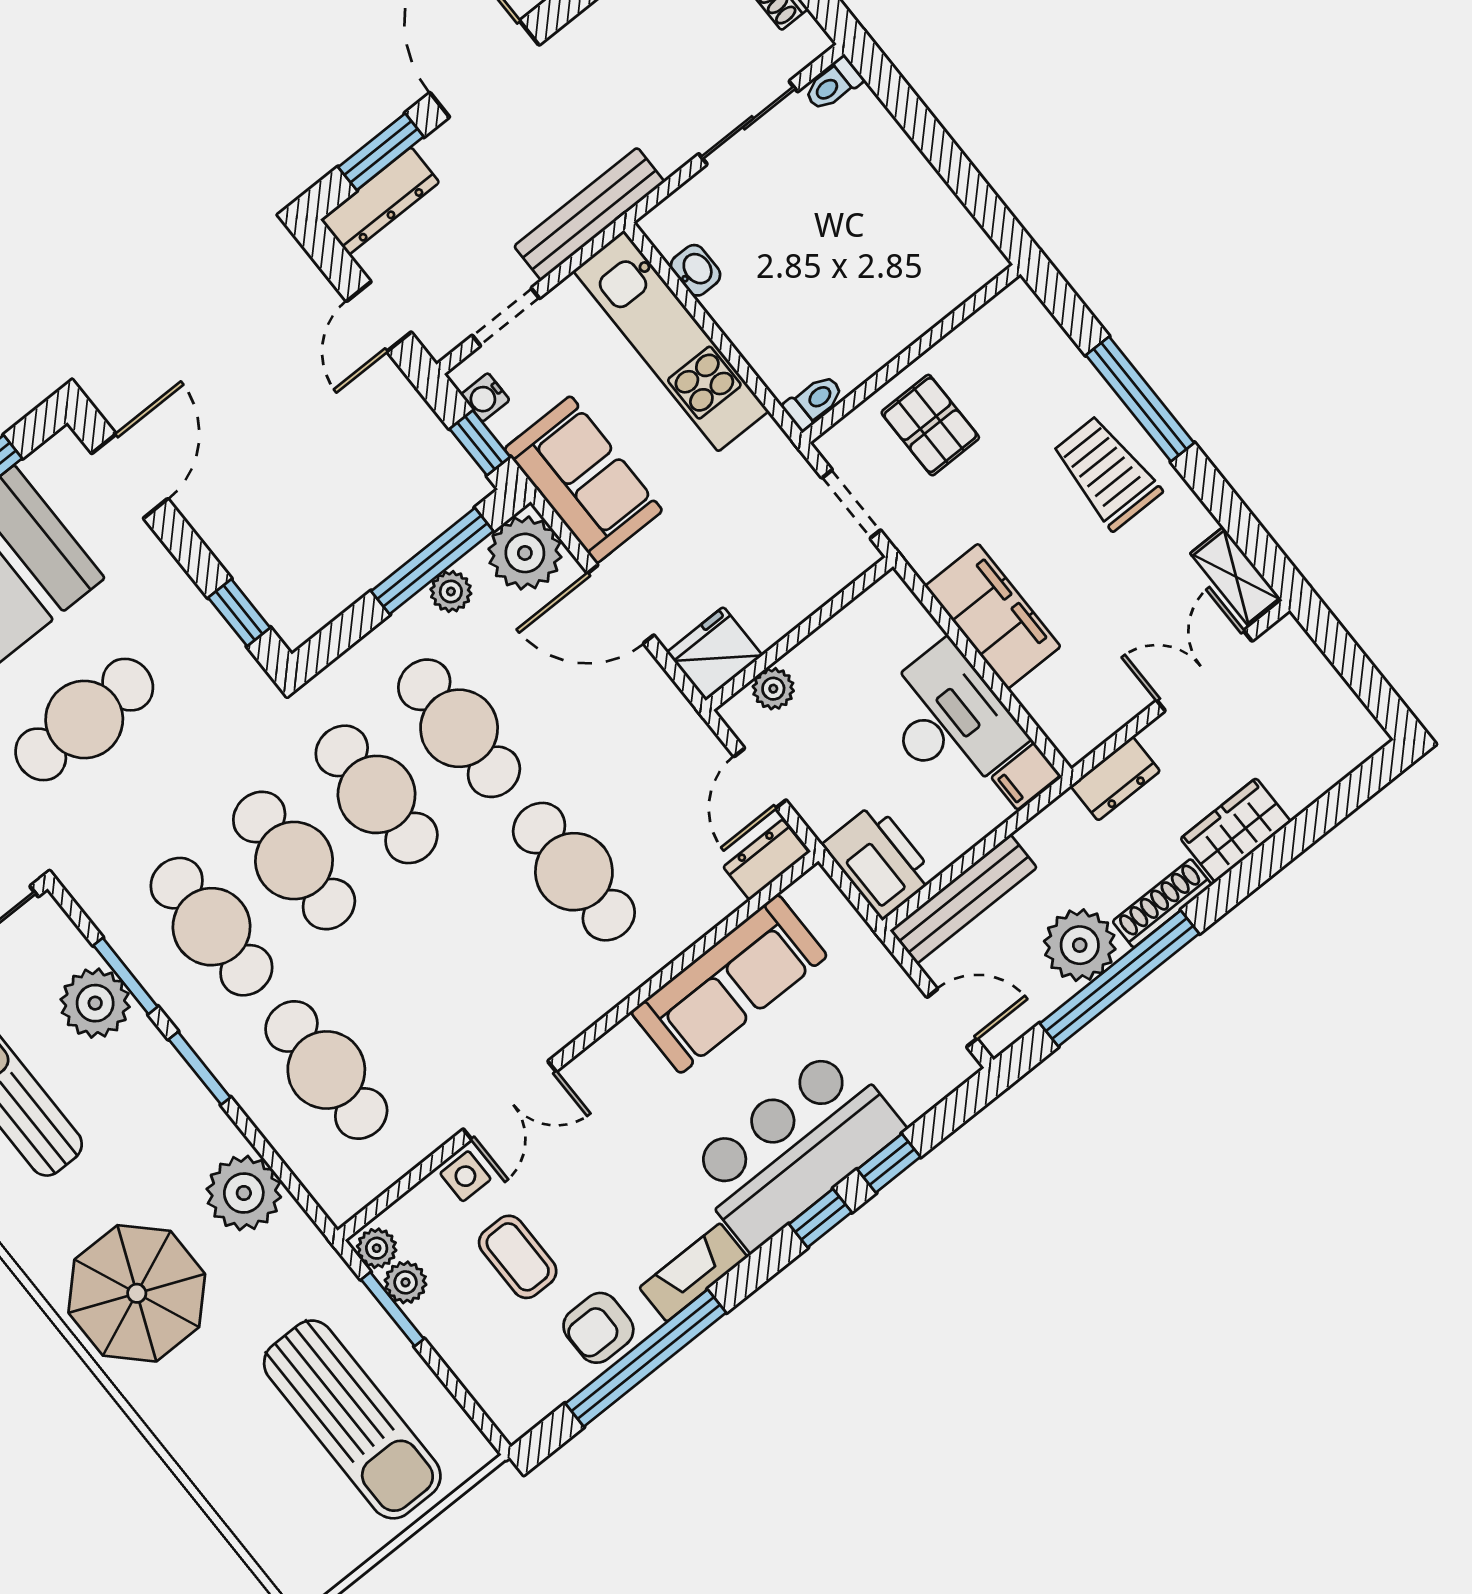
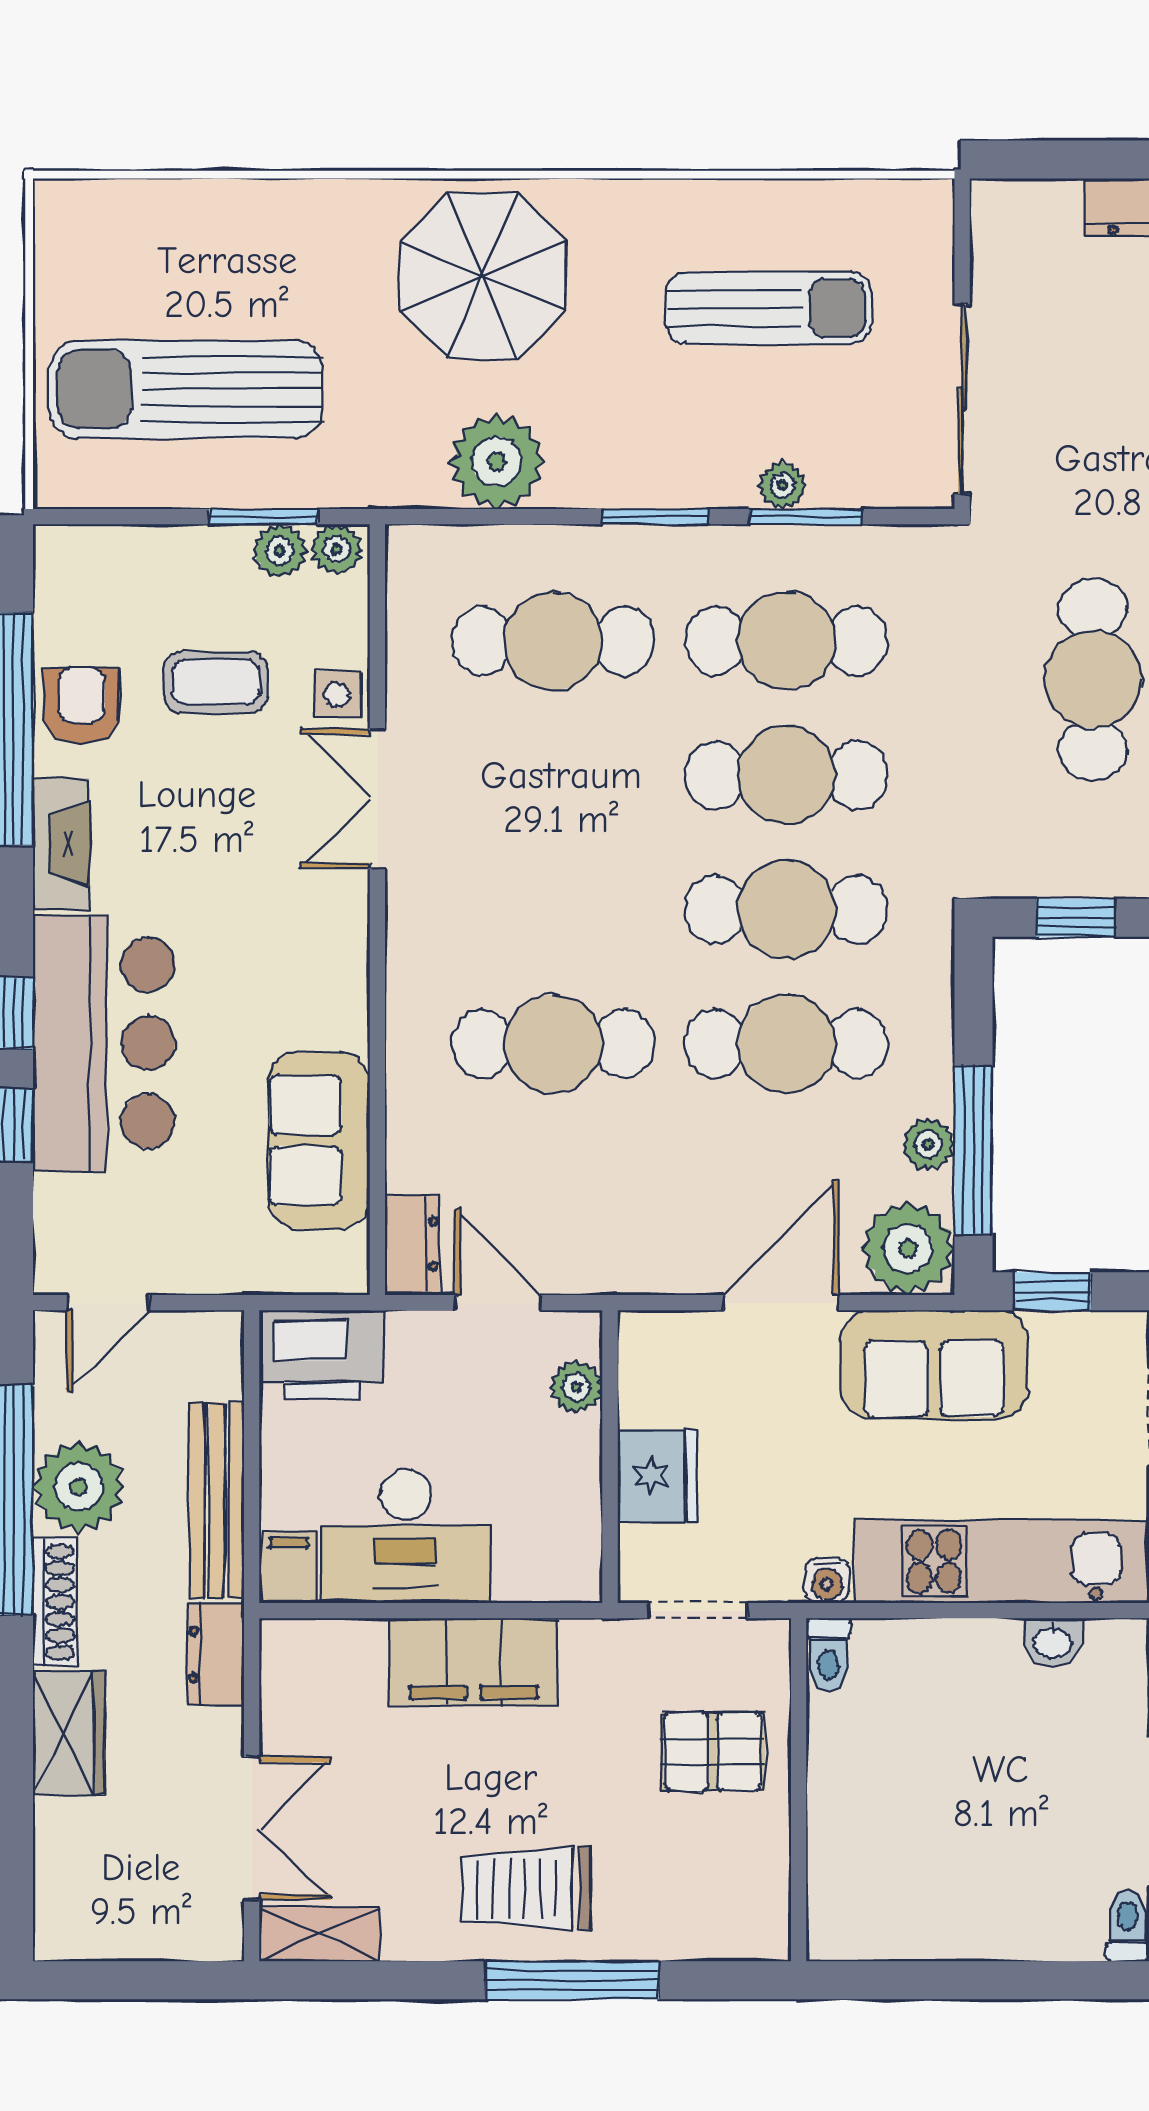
water cooler: (485, 397) -> (827, 1581), moved, turned 180
trolley: (1107, 473) -> (526, 1889), turned 180
fridge: (715, 654) -> (657, 1476), moved
bench: (963, 899) -> (217, 1501), moved
sofa: (729, 984) -> (319, 1140), width x0.73
plant: (95, 1003) -> (782, 486), width x0.53, depth x0.53

